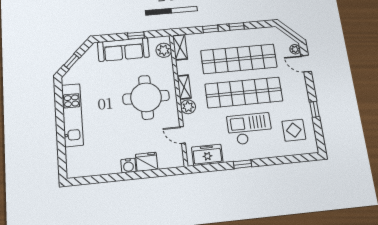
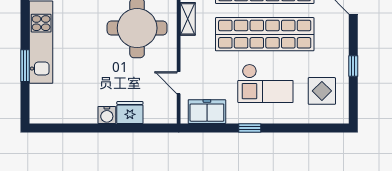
plant: (188, 107) -> (190, 46), removed
checkout: (250, 129) -> (265, 83), turned 180
window: (61, 134) -> (25, 66), added

